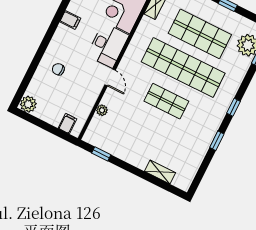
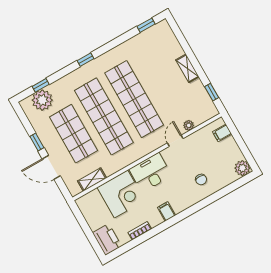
door: (110, 77) -> (175, 141), moved
shop shelf: (166, 101) -> (134, 99), width x2.00, depth x1.36
window: (217, 141) -> (146, 25), moved
shelving: (160, 172) -> (187, 68), moved

